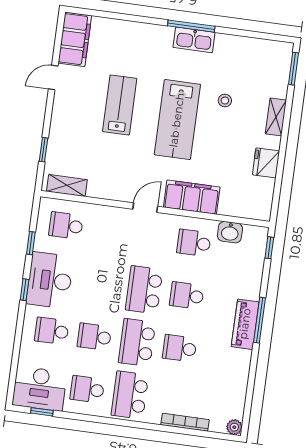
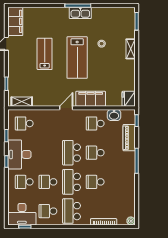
fridge: (266, 163) -> (129, 99), moved
piano: (245, 324) -> (129, 138), moved

